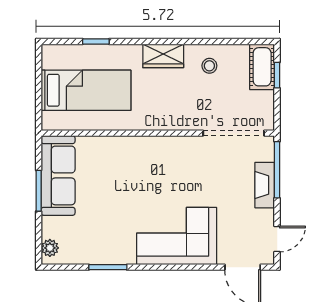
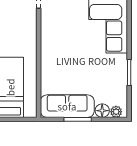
floor lamp: (51, 227) -> (102, 111), added

